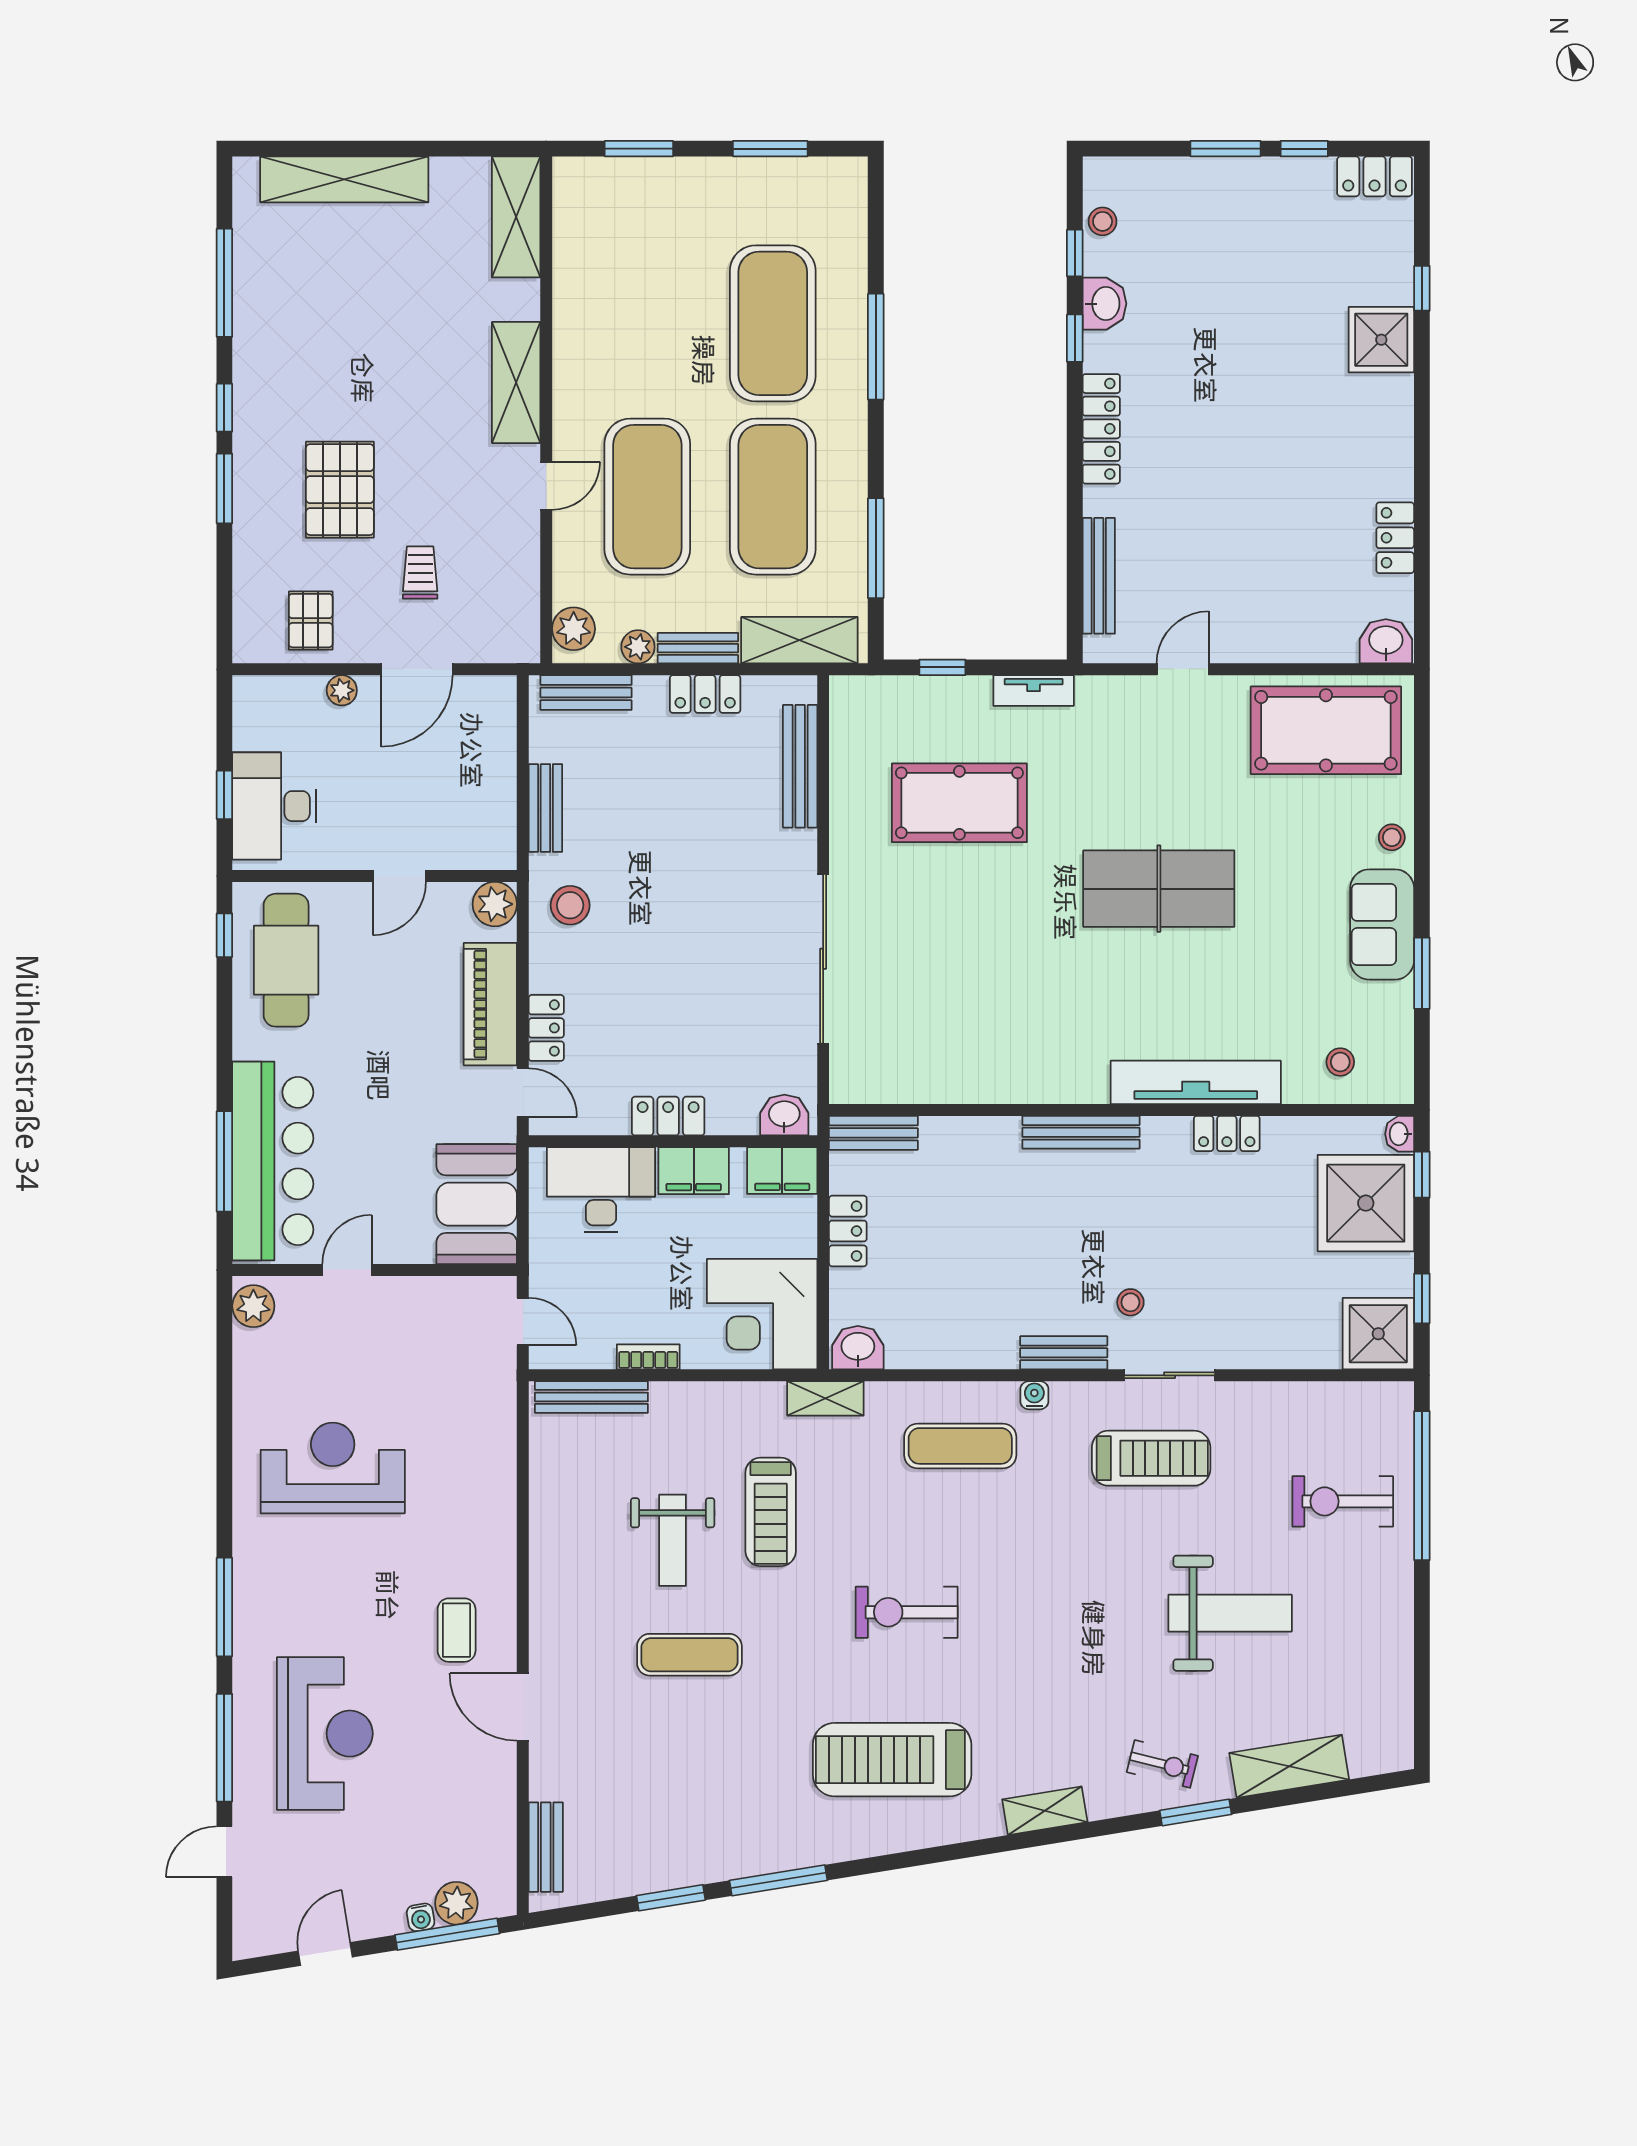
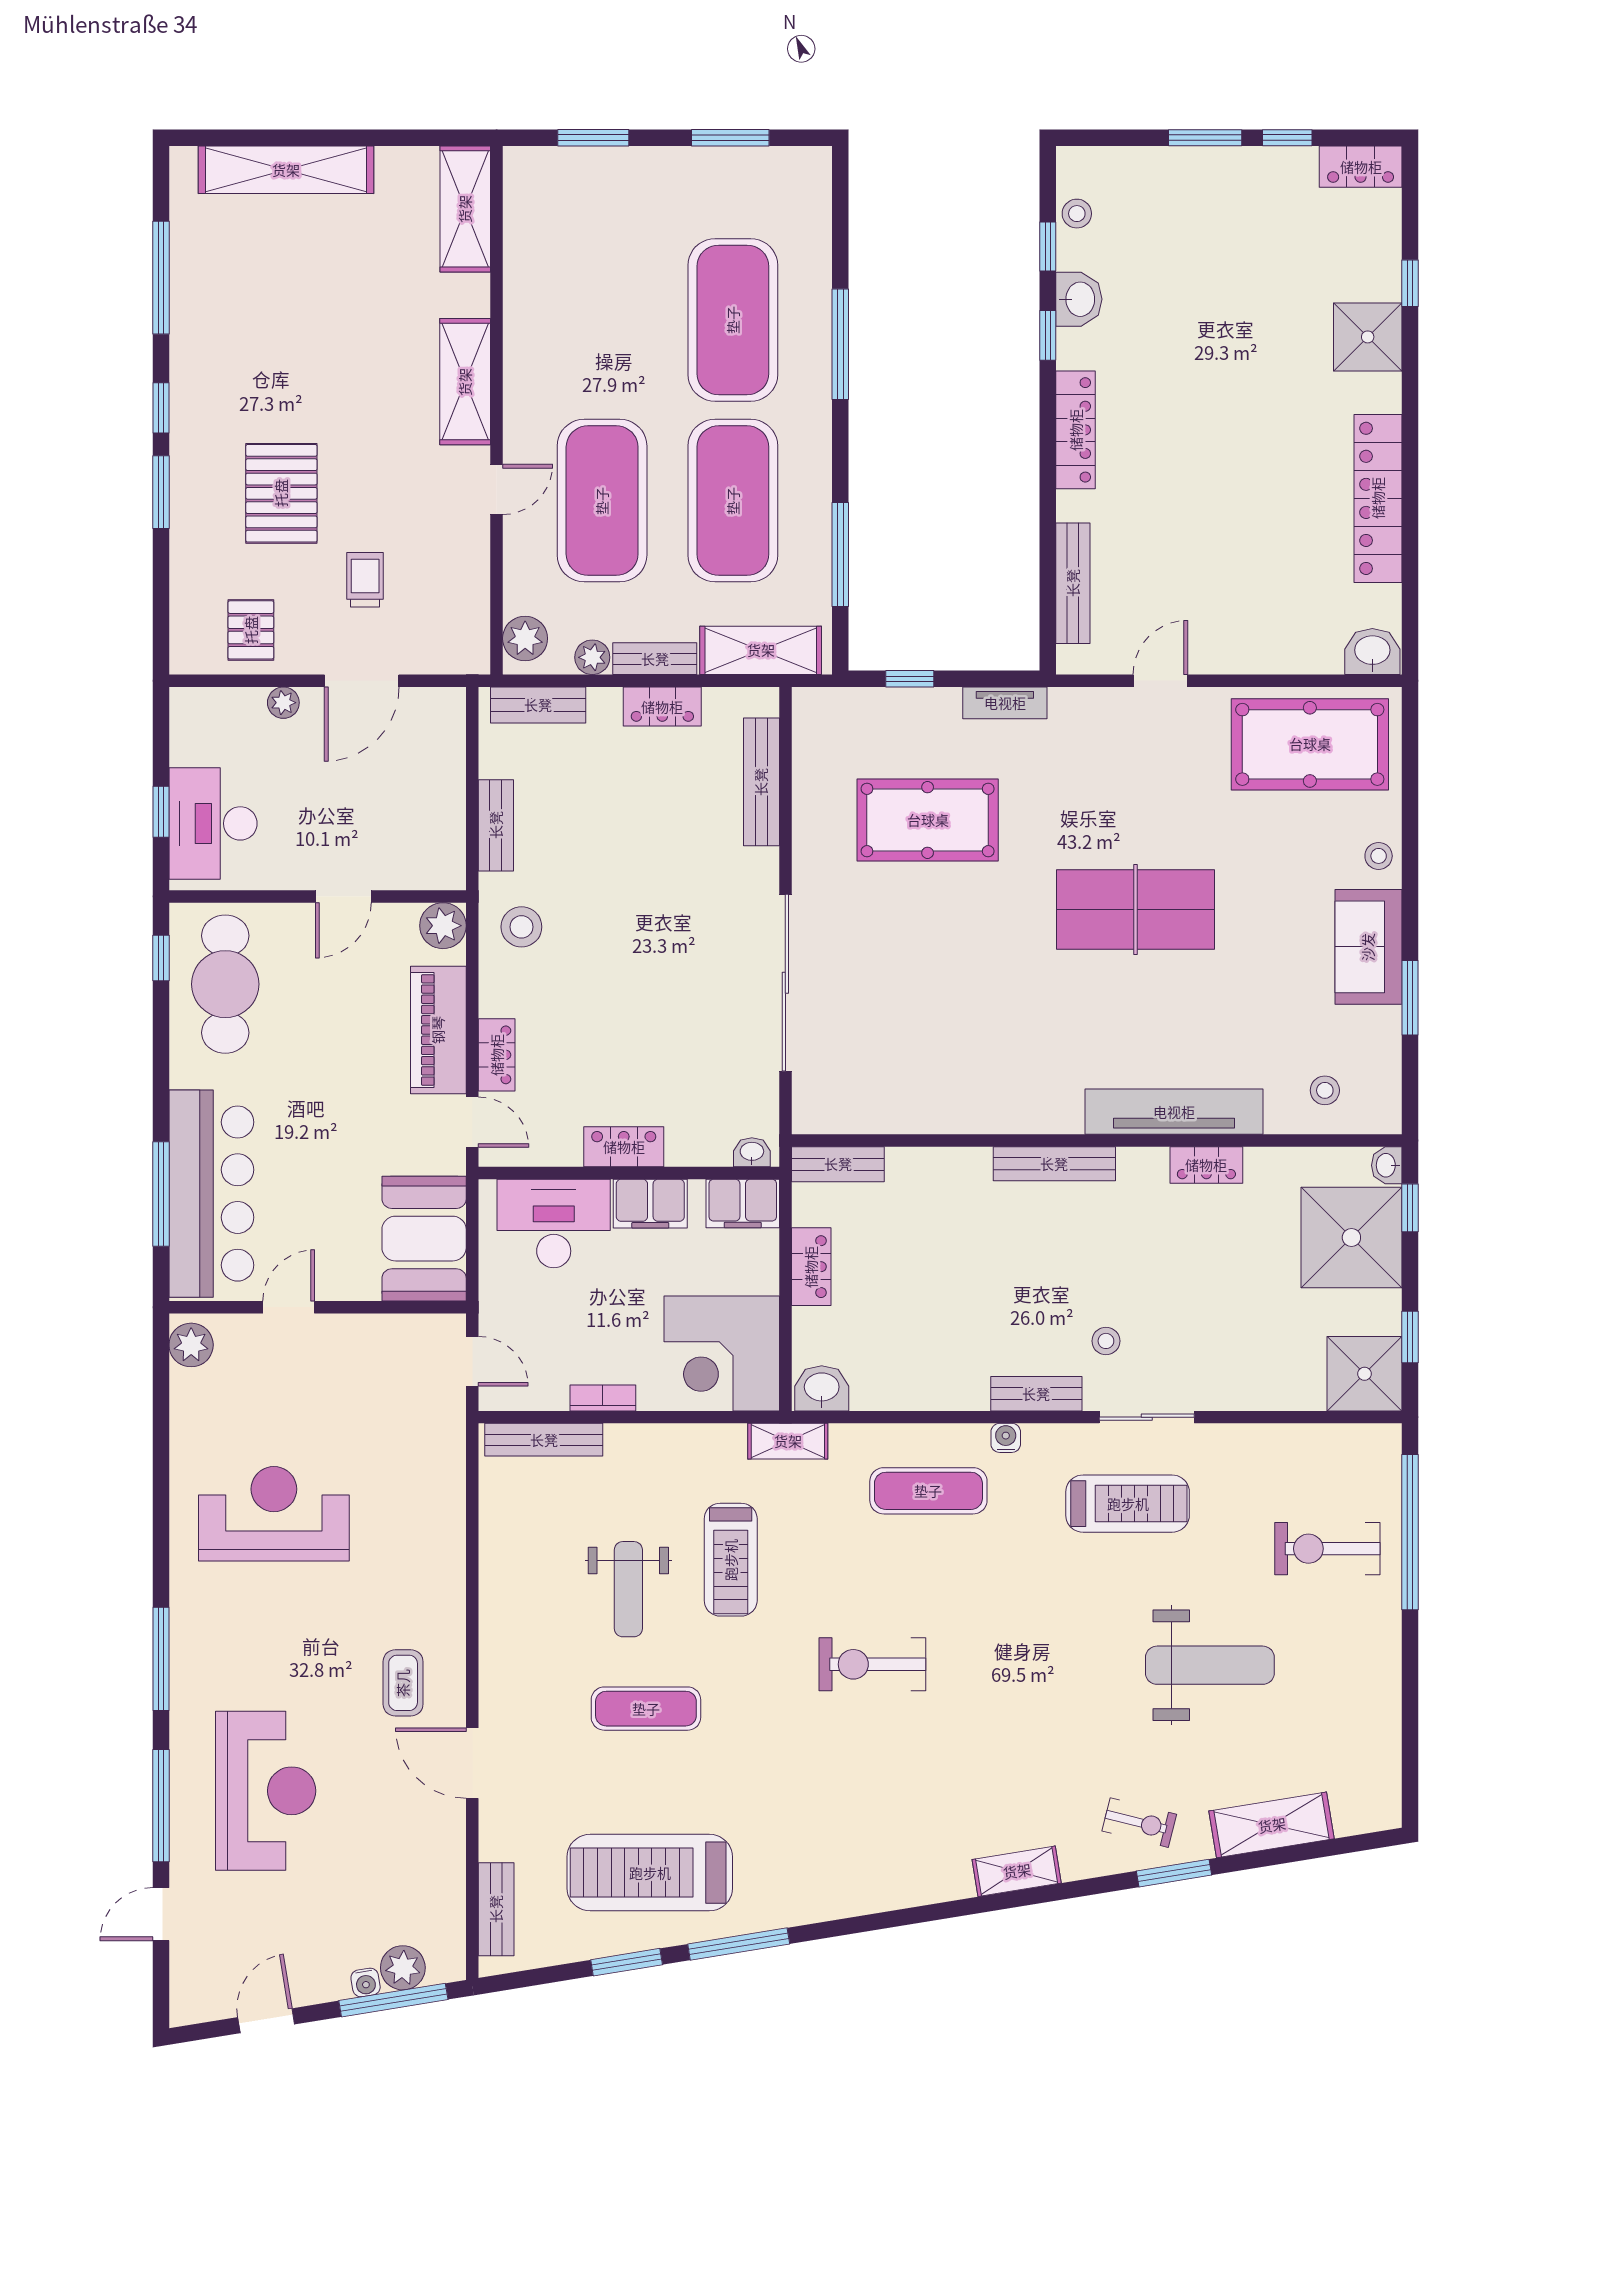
locker: (1395, 538) -> (1378, 498), width x2.16, depth x1.21
washbasin: (784, 1115) -> (752, 1152), width x0.72, depth x0.69
treadmill: (892, 1760) -> (650, 1873), moved

